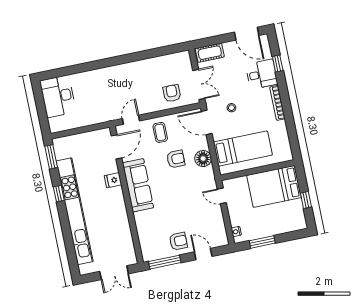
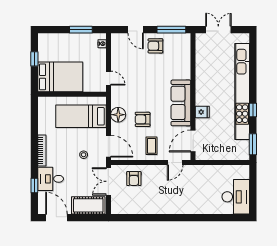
cot: (210, 53) -> (88, 205), width x1.37, depth x1.34

